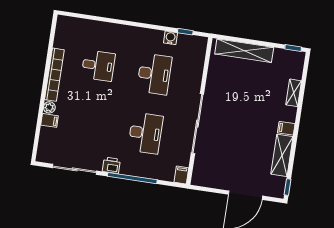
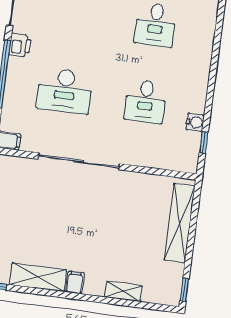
desk: (154, 74) -> (145, 101), width x0.73

